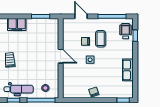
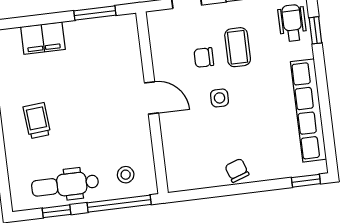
row of seats: (128, 70) -> (309, 110), width x2.02
dental chair: (19, 89) -> (65, 185), turned 180

